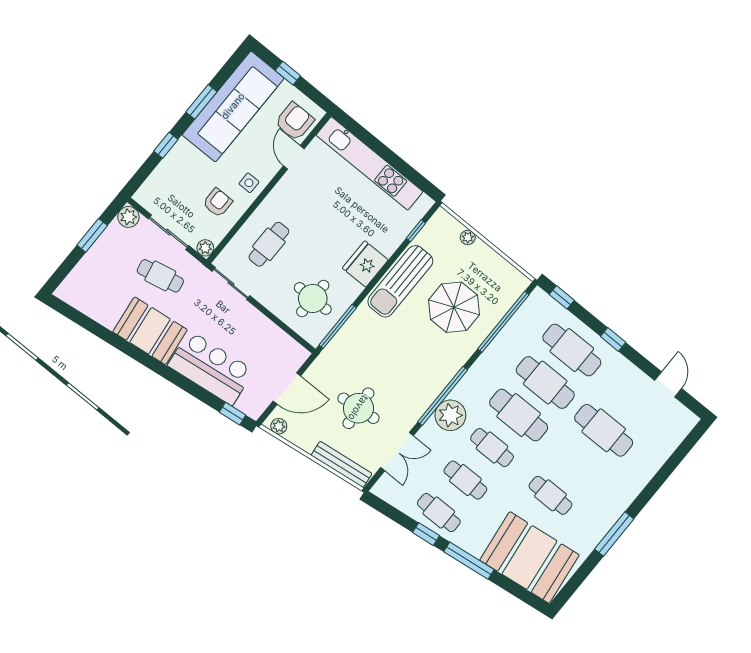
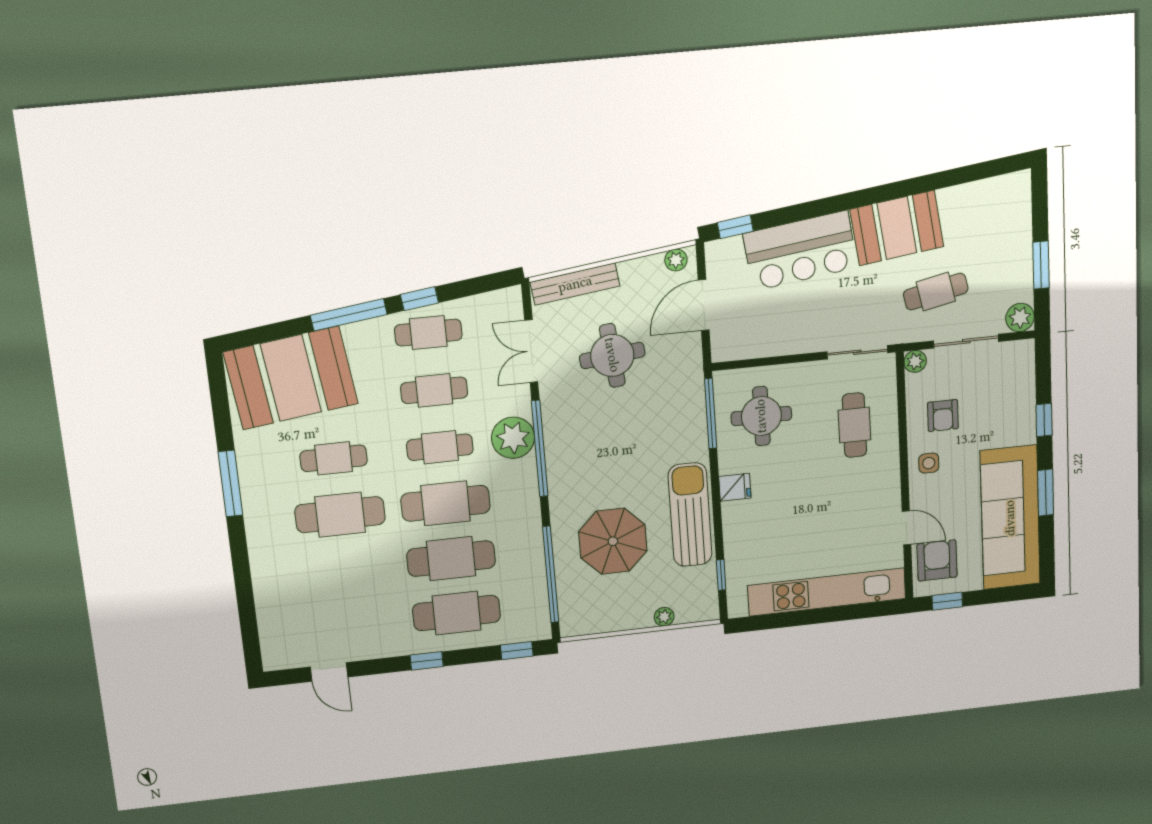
window: (288, 73) -> (947, 601), moved
armchair: (295, 121) -> (937, 560), turned 180
fridge: (365, 264) -> (735, 487), width x0.53, depth x0.75
cafe table: (604, 430) -> (340, 515), moved

